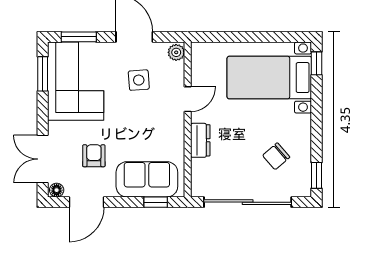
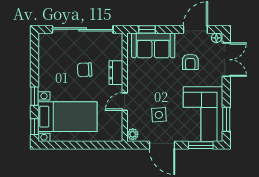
chair: (276, 156) -> (85, 70), moved, turned -142
window: (316, 175) -> (35, 96), moved

